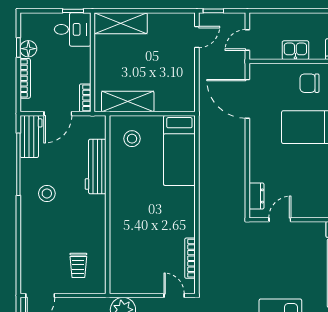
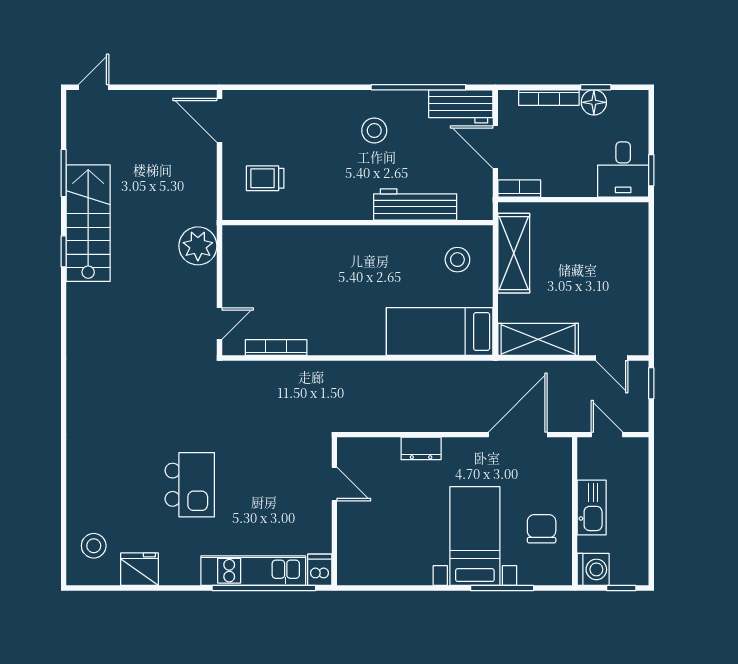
shelving: (121, 23) -> (538, 339), moved, turned 90
kitchen sink: (295, 50) -> (592, 508), width x1.38
dresser: (257, 196) -> (421, 448), moved

